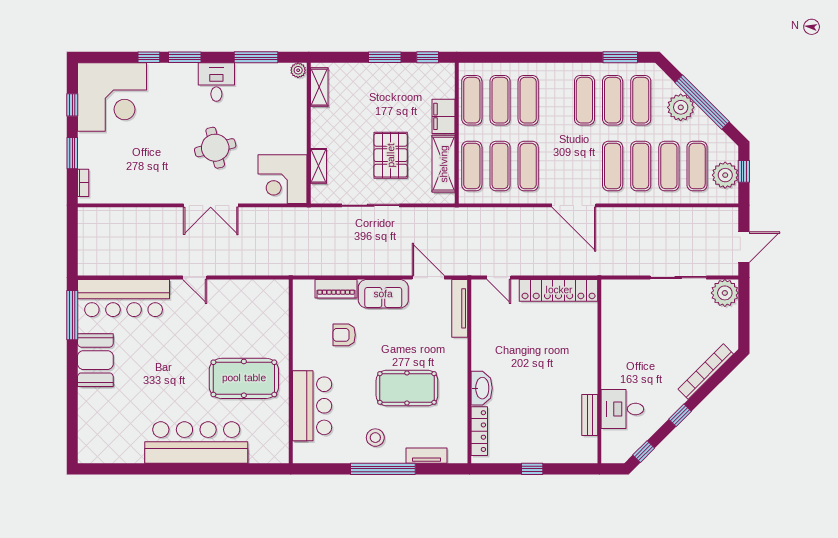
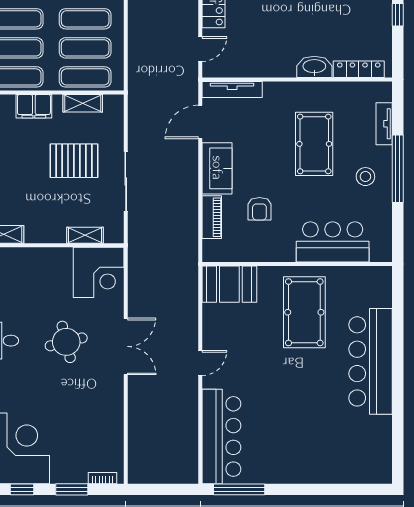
shelving: (444, 164) -> (83, 103), width x0.67, depth x0.75
booth: (95, 360) -> (229, 284), moved

